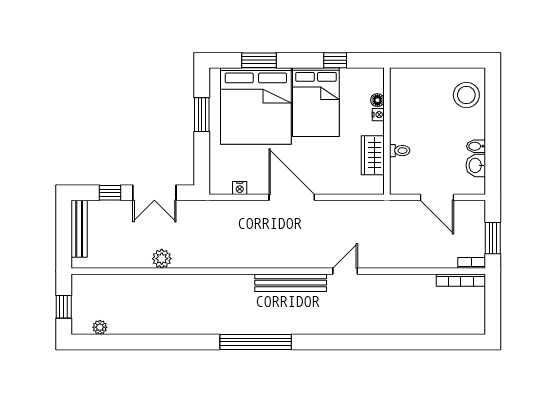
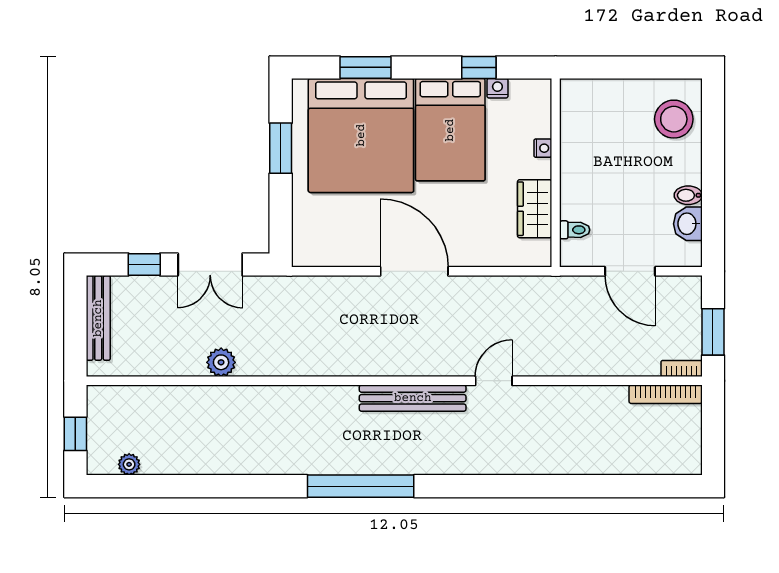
floor lamp: (377, 100) -> (542, 127), removed
toilet: (400, 151) -> (575, 230), moved
nightstand: (240, 188) -> (497, 88), moved, turned 180

